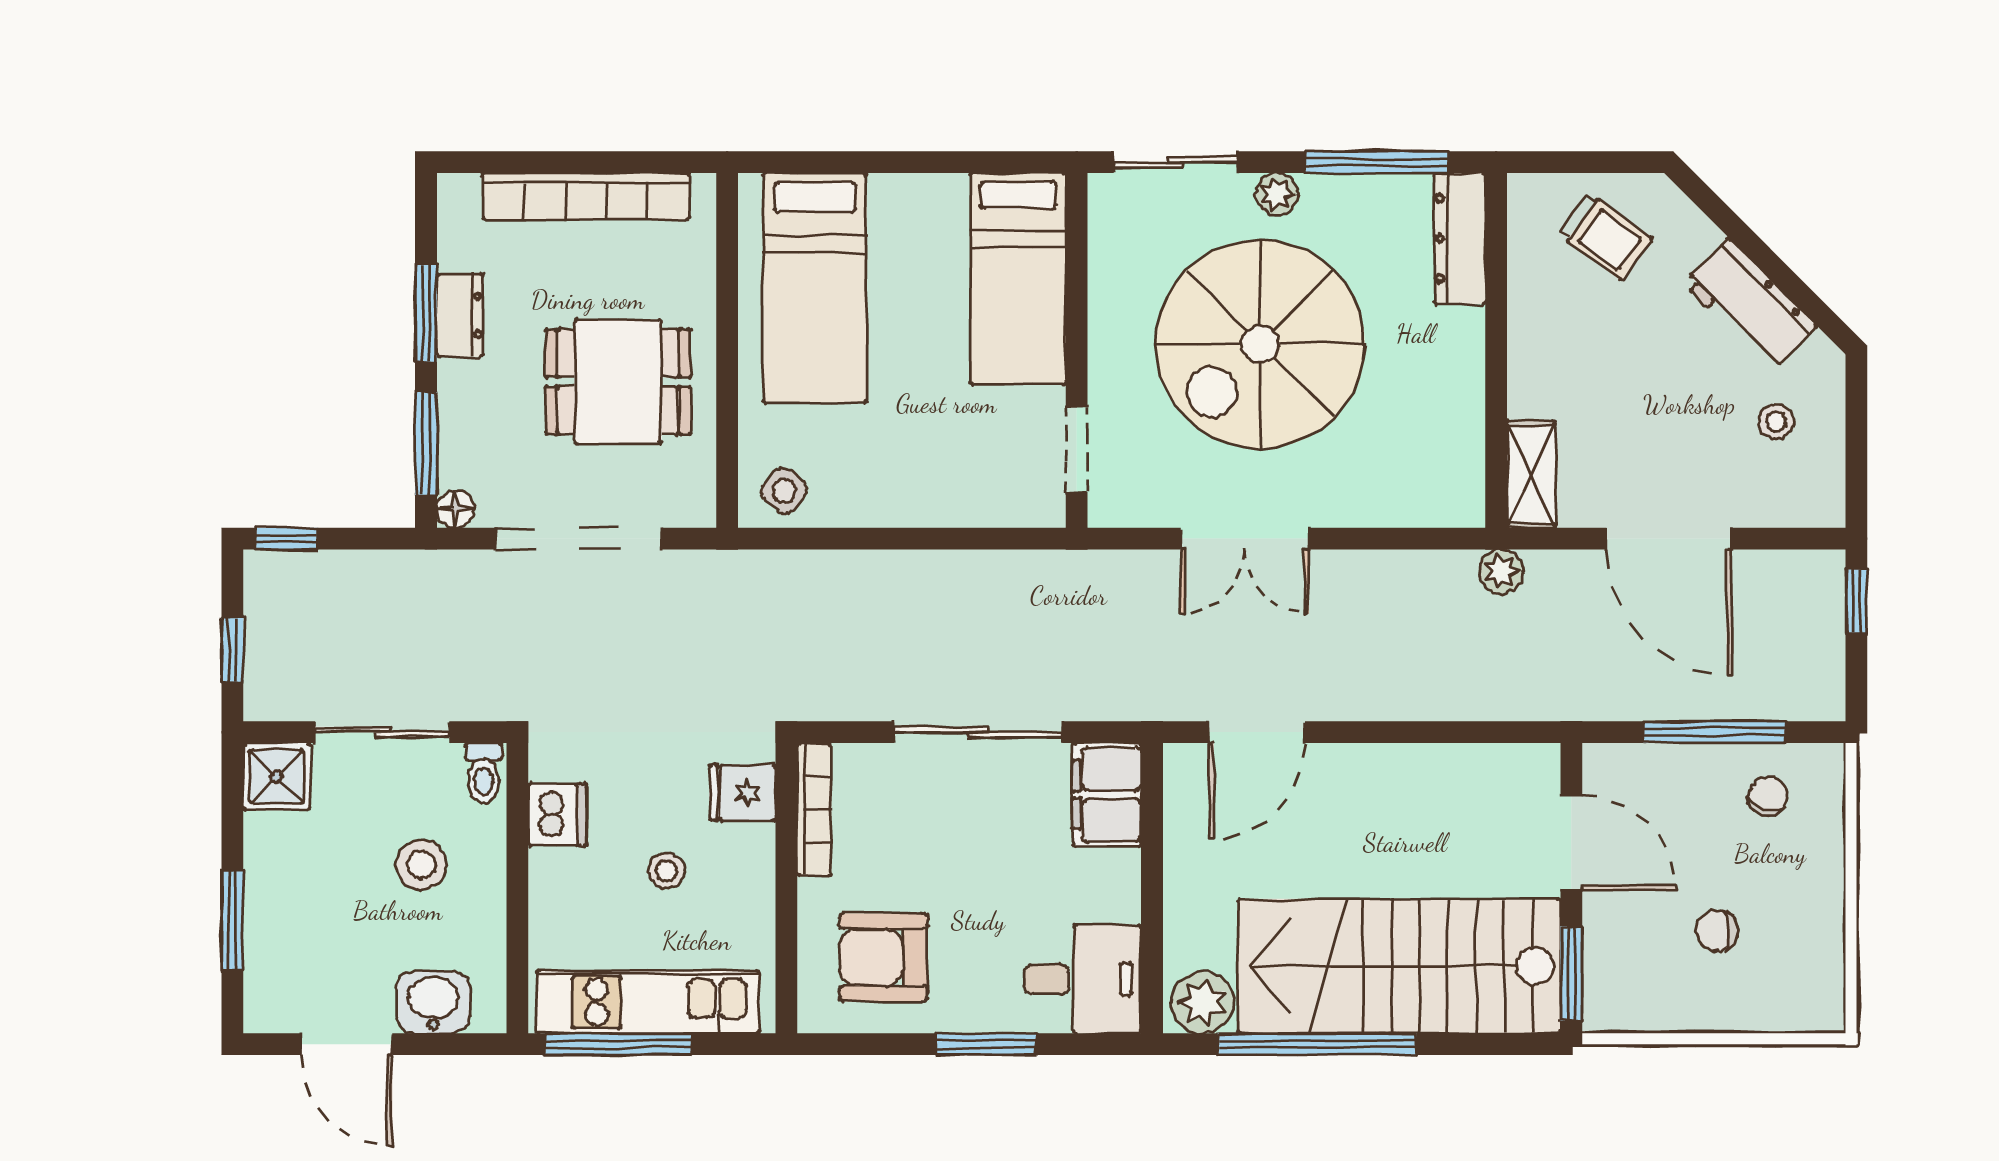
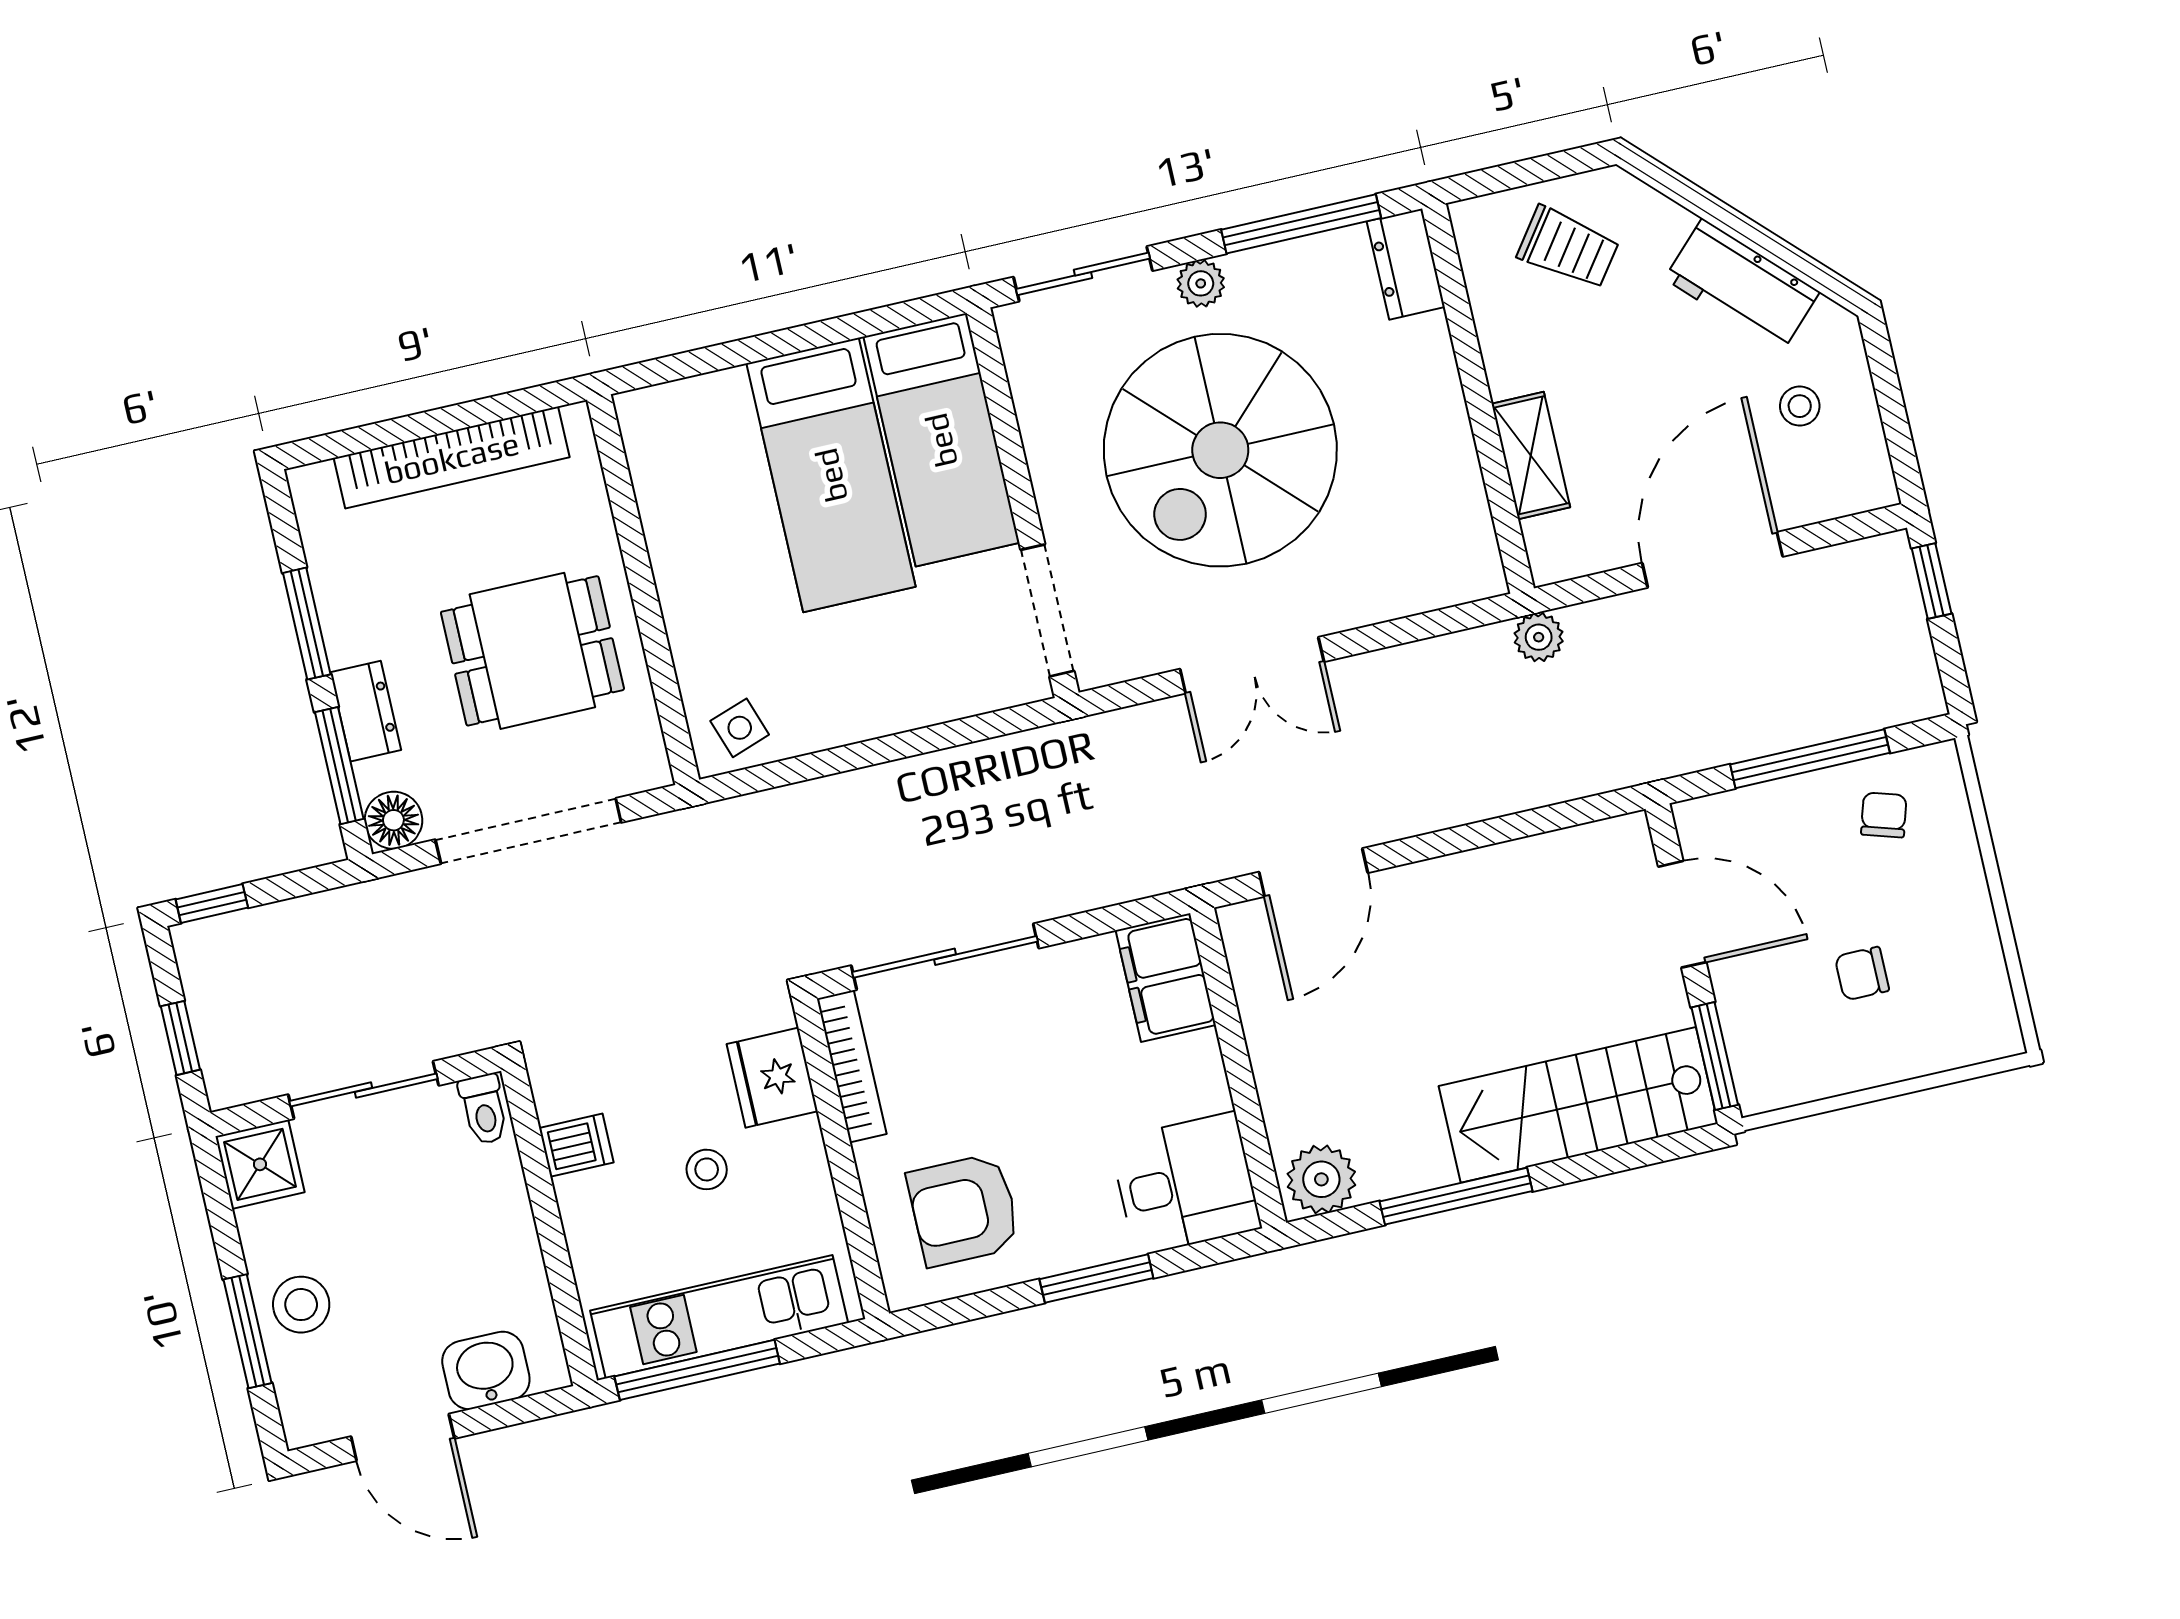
dresser: (1460, 238) -> (1406, 264), width x0.70
bed: (815, 288) -> (831, 475), moved
dresser: (460, 315) -> (366, 711), moved
doorway: (1077, 450) -> (1047, 610), width x1.38
shelving: (1531, 474) -> (1531, 455), moved
side table: (784, 491) -> (740, 728), turned 30
floor lamp: (456, 509) -> (393, 820), width x1.37, depth x1.37
door: (1669, 539) -> (1712, 560), swing flipped
sliding door: (978, 732) -> (945, 957), moved
fridge: (742, 793) -> (772, 1078), width x1.38
dishwasher: (557, 815) -> (576, 1145), width x0.73
stool: (421, 865) -> (301, 1305), moved
stairs: (1399, 966) -> (1578, 1105), width x0.73, depth x0.66
window: (1317, 1044) -> (1456, 1196), width x0.68

